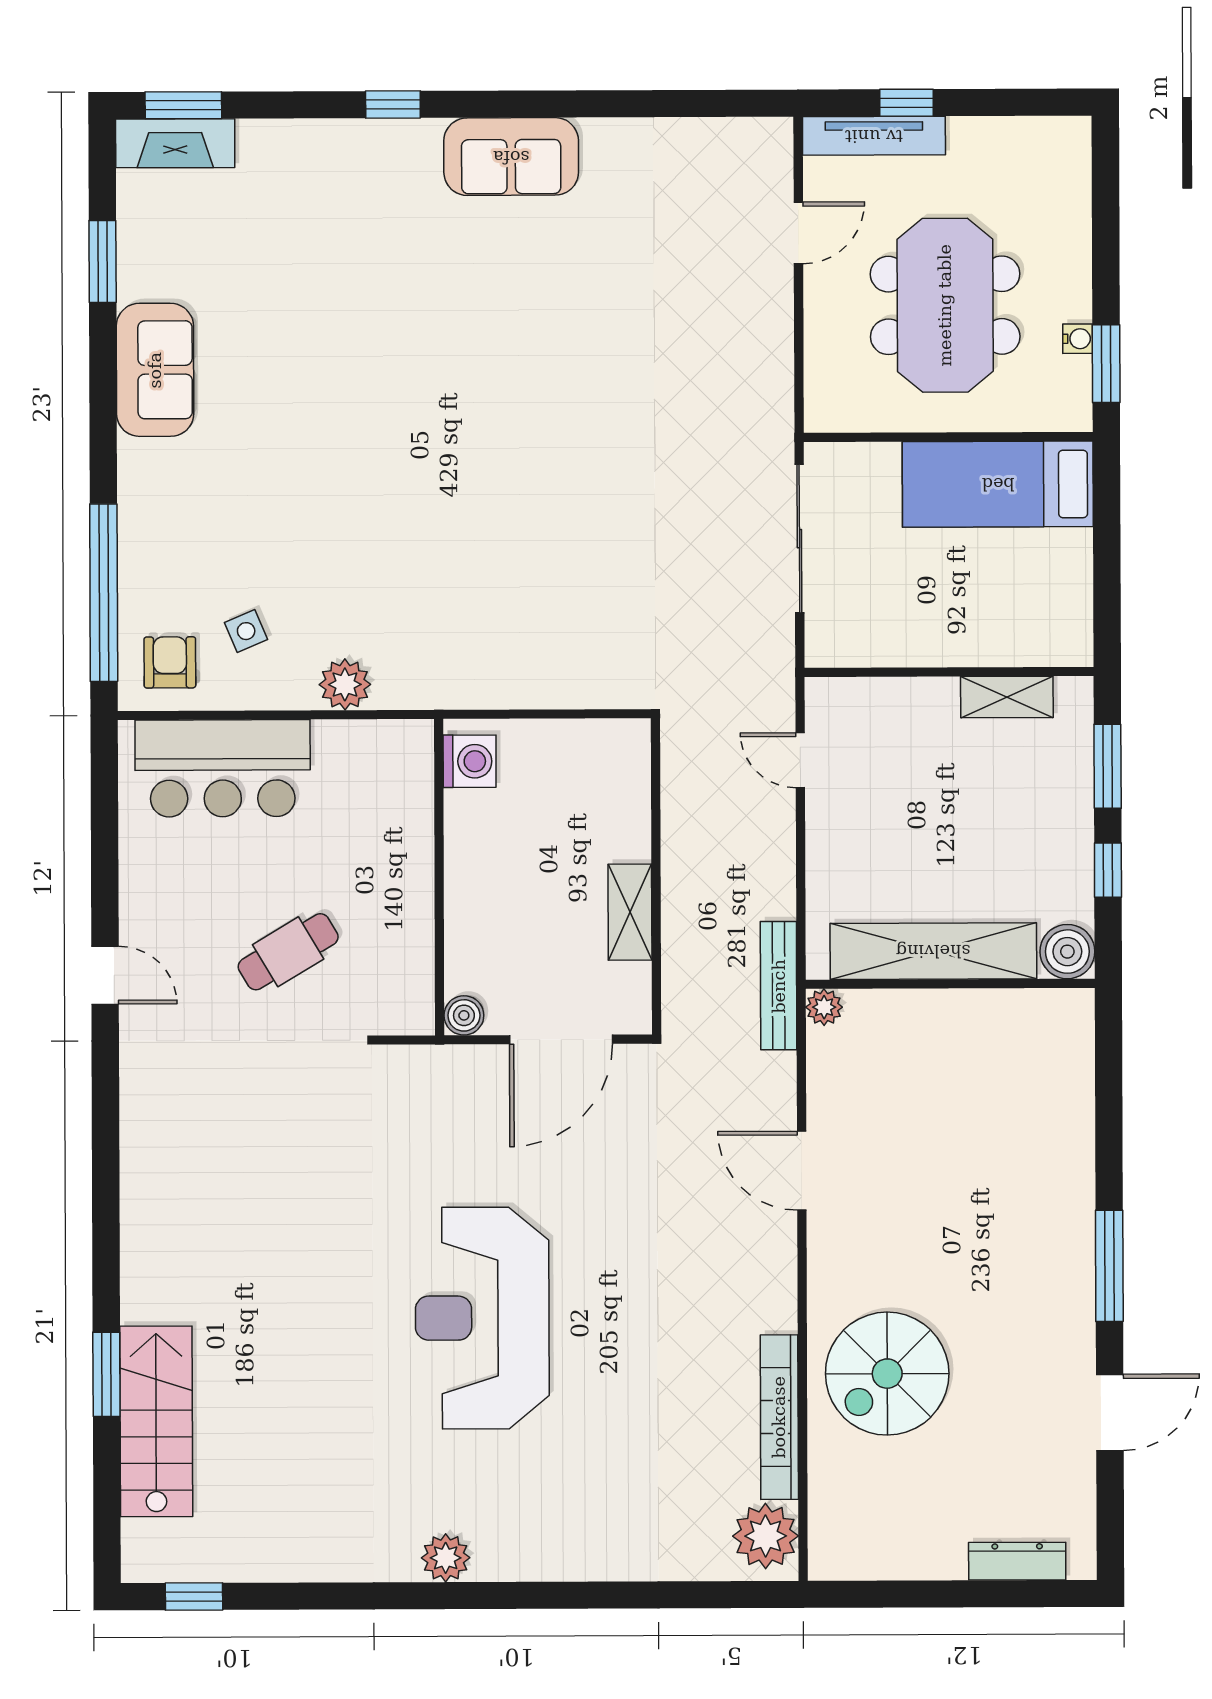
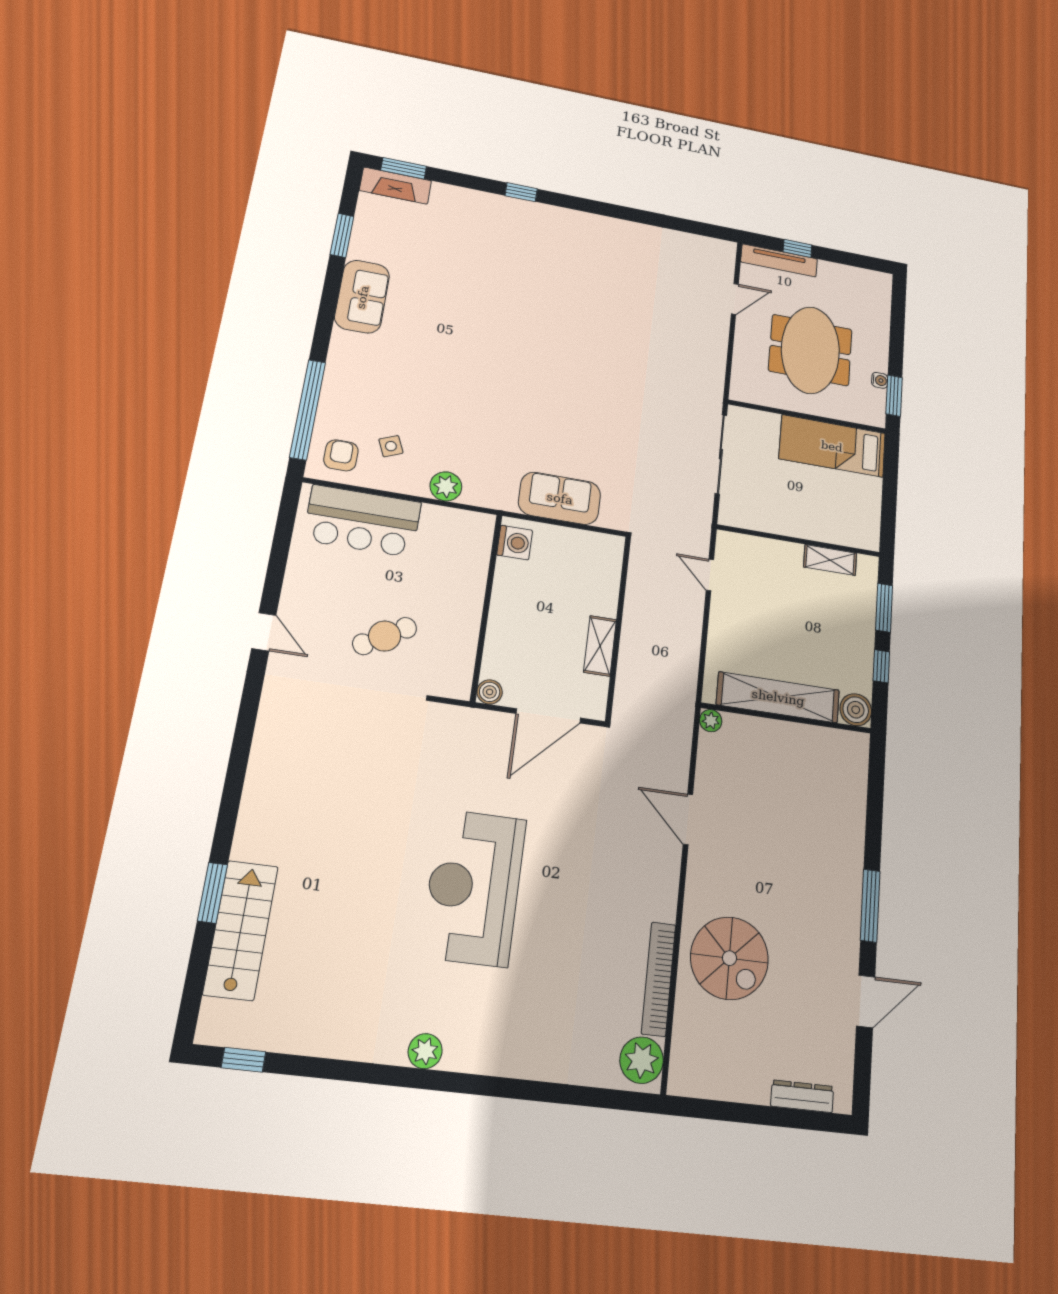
sofa: (511, 157) -> (560, 498), moved, turned 180
bench: (779, 986) -> (685, 704), removed
spiral stairs: (887, 1374) -> (729, 958), turned -90

